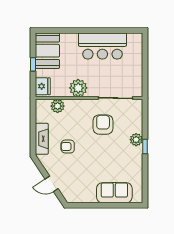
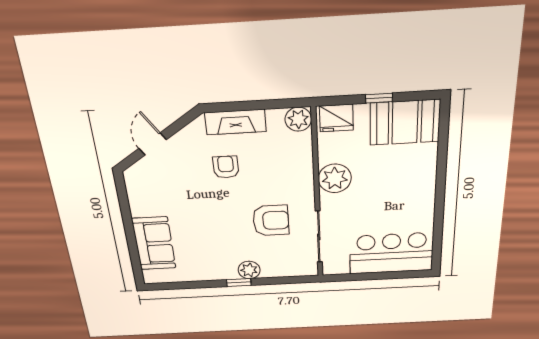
bar counter: (102, 46) -> (391, 253), moved, turned 90
plant: (58, 106) -> (298, 119), moved

